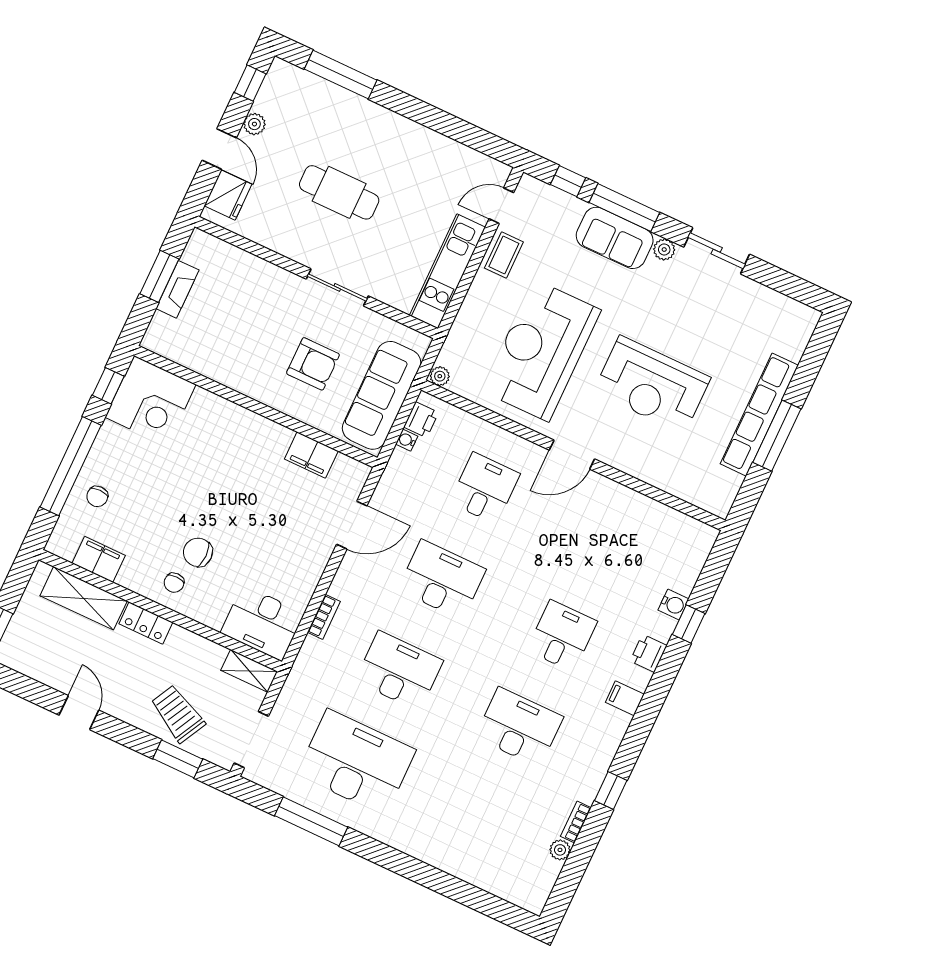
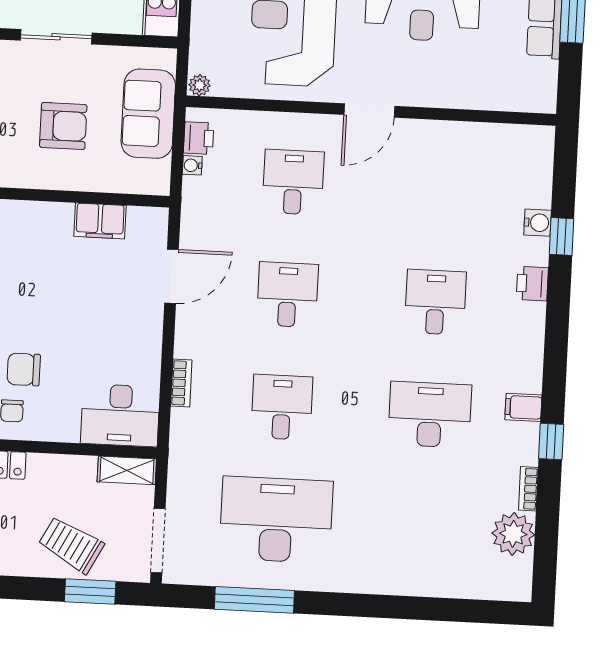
sofa: (382, 395) -> (148, 114), width x0.73
desk: (442, 580) -> (288, 295), width x0.73
desk: (399, 671) -> (282, 407), width x0.73
filing cabinet: (625, 698) -> (523, 407), moved
plant: (560, 850) -> (513, 534), width x1.88, depth x1.88

